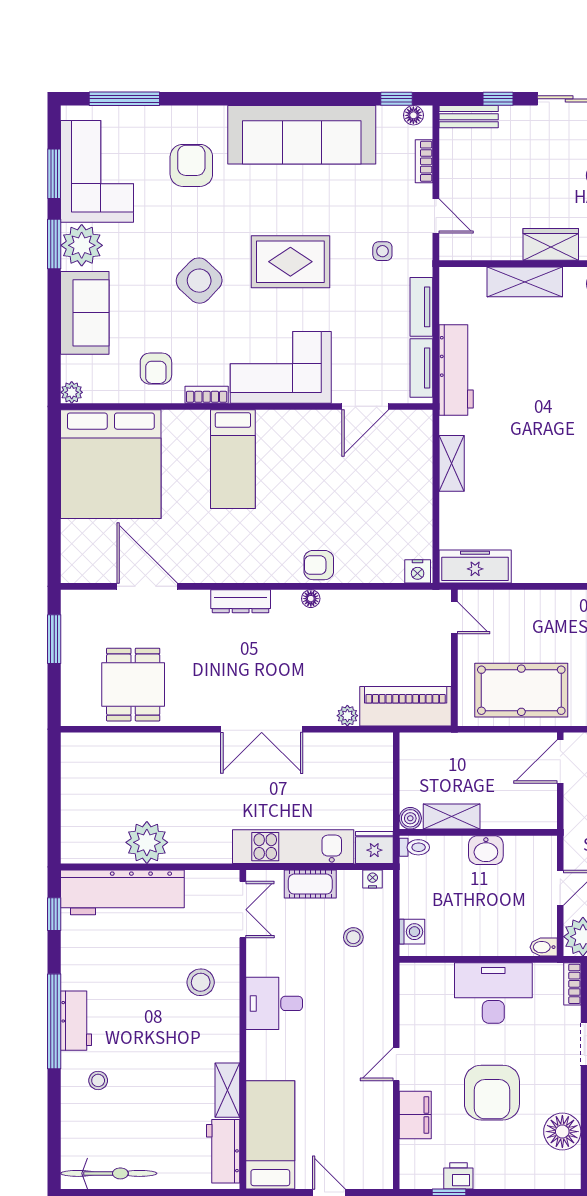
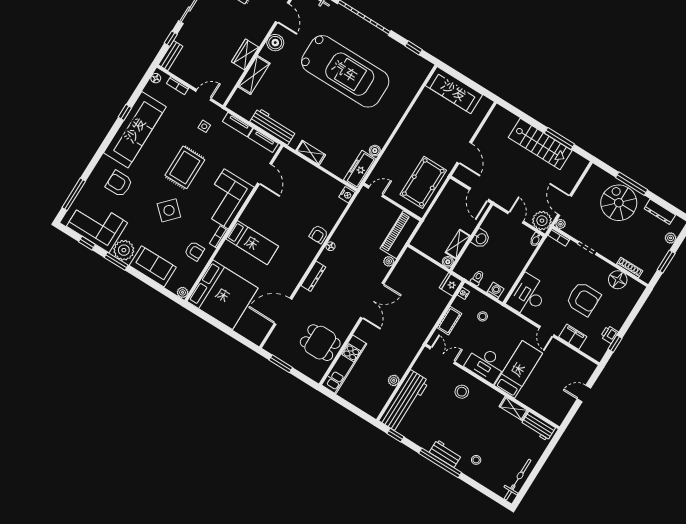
window: (396, 99) -> (125, 112), moved
window: (54, 174) -> (87, 243), width x0.67
boiler: (524, 572) -> (375, 151), added
door: (560, 762) -> (479, 195), moved
plant: (147, 842) -> (394, 380), width x0.53, depth x0.53
kitchen unit: (293, 847) -> (344, 364), moved, turned 180
toilet: (414, 847) -> (477, 278), moved
desk: (493, 993) -> (528, 296), moved
desk: (274, 1003) -> (486, 364), width x1.37
bed: (270, 1135) -> (518, 369), moved, turned 90

